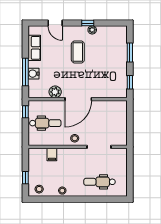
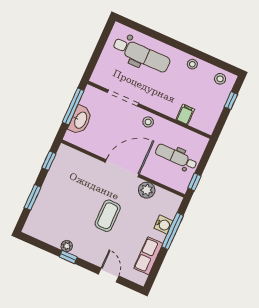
coffee table: (78, 52) -> (108, 216), moved
washbasin: (121, 119) -> (80, 120), added
window: (130, 126) -> (73, 106), added
dental chair: (100, 182) -> (142, 54), width x1.36, depth x1.38

